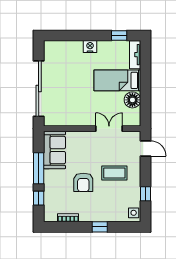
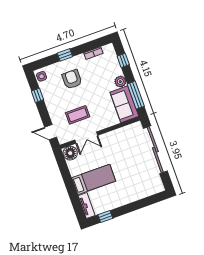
nightstand: (90, 47) -> (126, 199), removed
floor lamp: (132, 100) -> (70, 153), moved
window: (39, 168) -> (136, 95), moved
coffee table: (114, 173) -> (78, 115), moved
plant: (50, 176) -> (120, 82), added
armchair: (83, 182) -> (72, 79), moved

